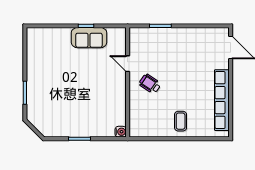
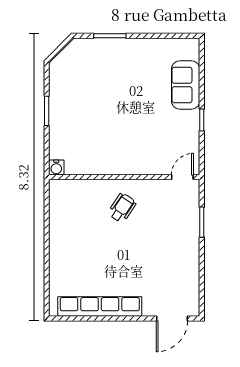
sofa: (89, 38) -> (186, 85), moved
door: (128, 64) -> (182, 177), moved
coffee table: (181, 121) -> (71, 250), removed

